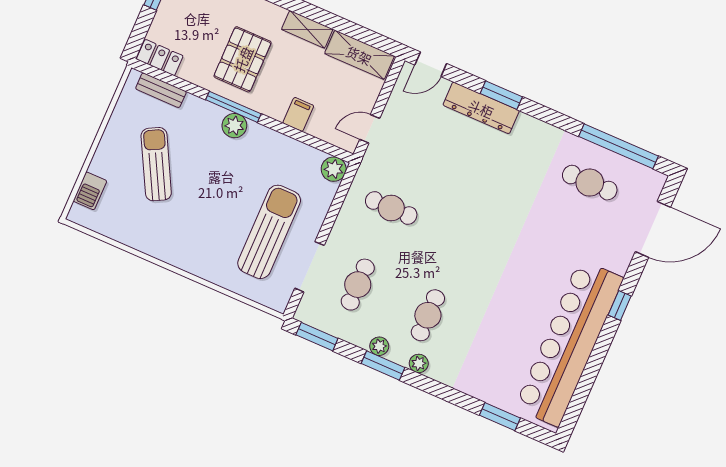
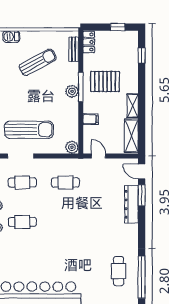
window: (501, 95) -> (142, 195), moved
cafe table: (391, 208) -> (65, 182), turned 90

